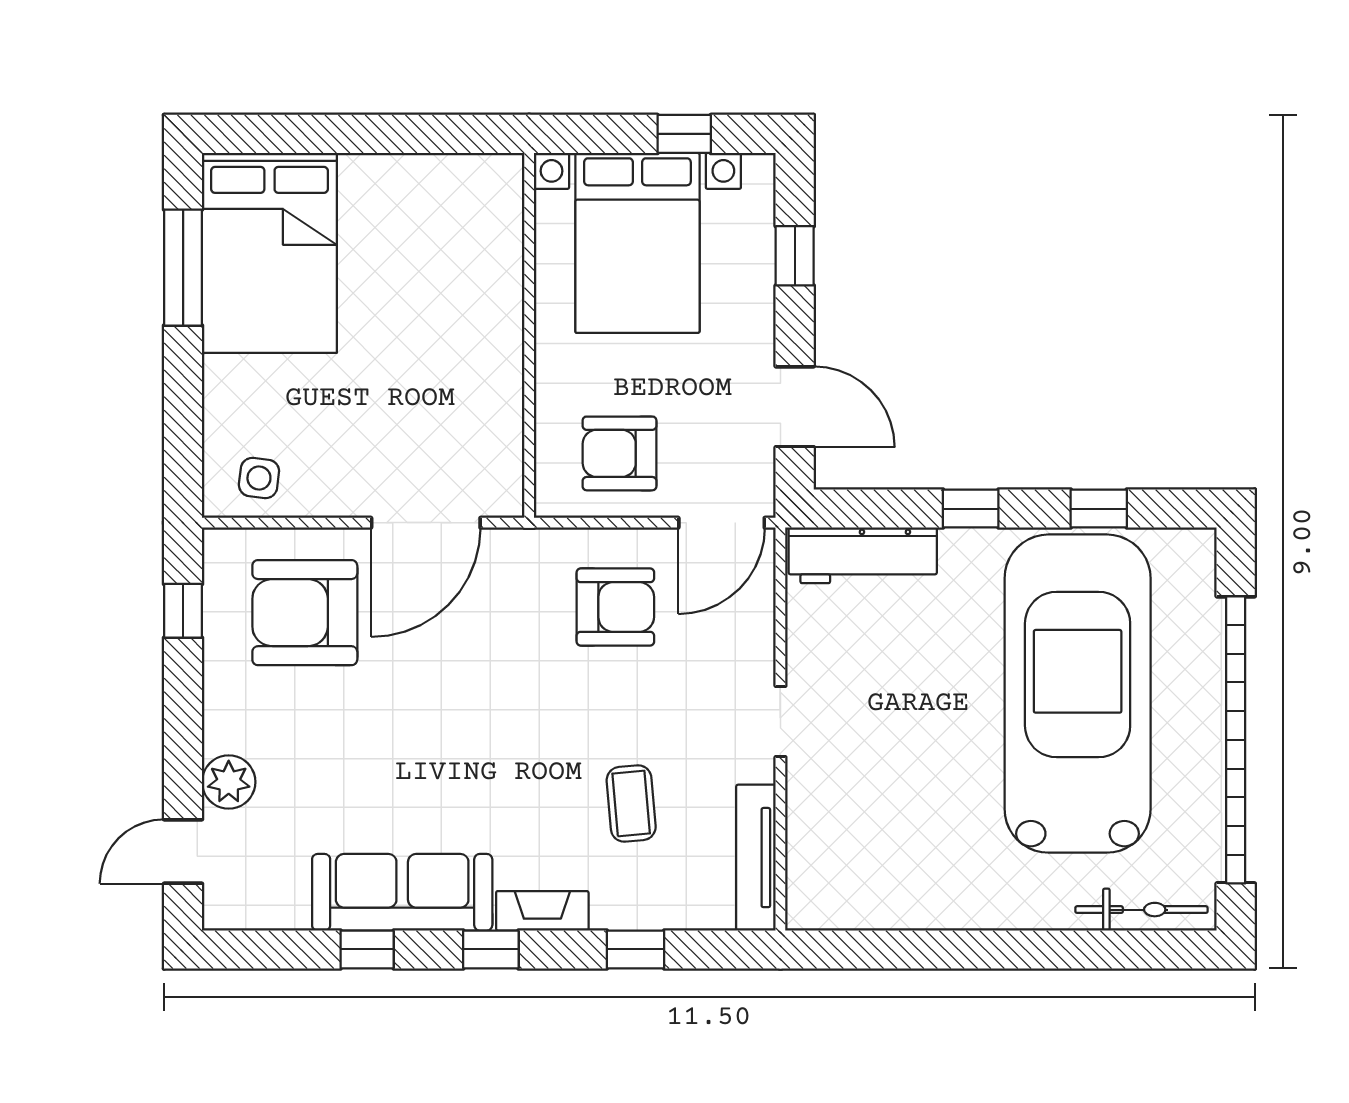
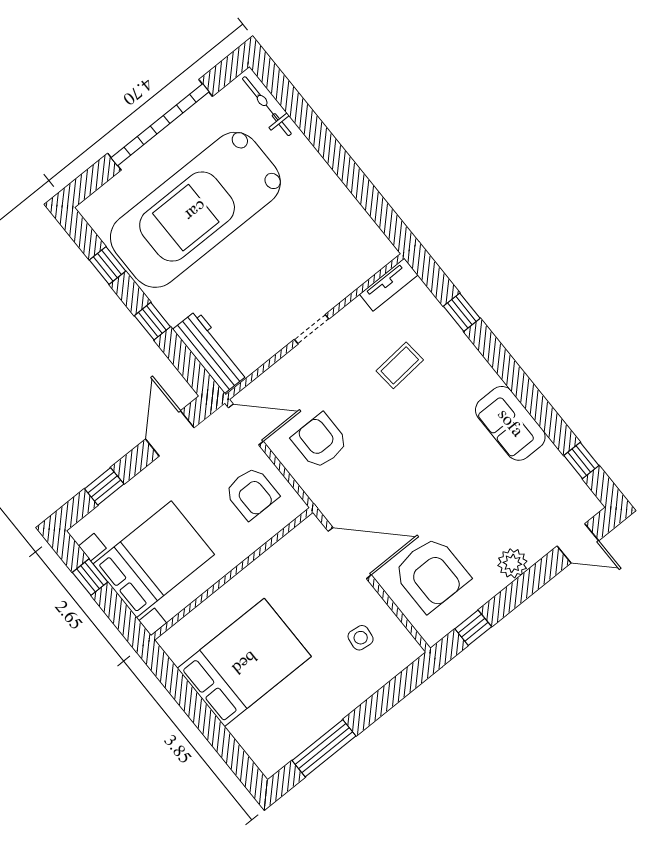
bed: (269, 253) -> (244, 662), moved
side table: (259, 478) -> (361, 638), moved
garage door: (1236, 740) -> (160, 125), width x0.73
plant: (229, 782) -> (512, 563), moved
tv unit: (756, 858) -> (389, 285), width x0.71
sofa: (402, 892) -> (510, 423), width x0.73
fireplace: (542, 911) -> (478, 366), removed
window: (367, 949) -> (581, 460), moved
window: (491, 949) -> (512, 375), removed

